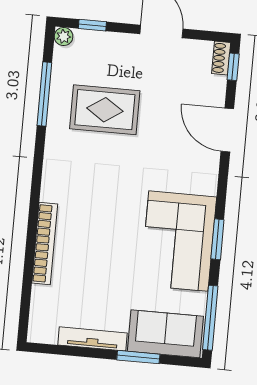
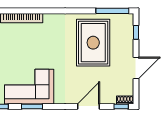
plant: (64, 36) -> (129, 18), removed
window: (44, 94) -> (112, 11), moved
rug: (105, 110) -> (93, 43), width x1.37, depth x1.44

